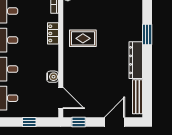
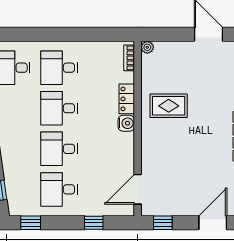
water cooler: (53, 77) -> (126, 123), moved
door: (61, 98) -> (138, 189), swing flipped

